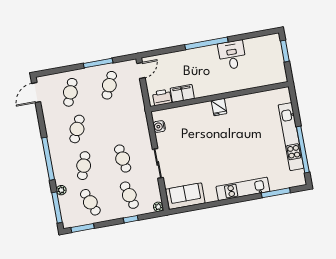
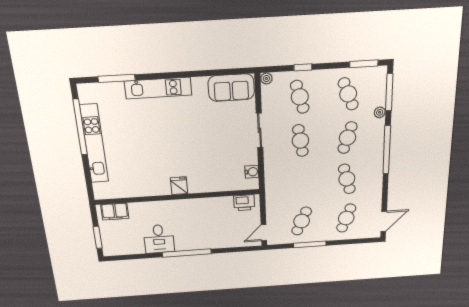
filing cabinet: (182, 93) -> (115, 212), moved
cafe table: (77, 129) -> (347, 179), turned -39

